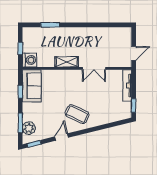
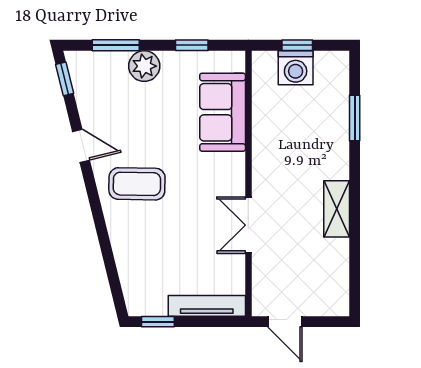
washing machine: (30, 60) -> (296, 68), moved
shelving: (67, 62) -> (337, 209), moved
sofa: (32, 86) -> (223, 112), moved, turned 90
coffee table: (77, 114) -> (137, 184), turned 66
plant: (29, 128) -> (144, 66), moved

